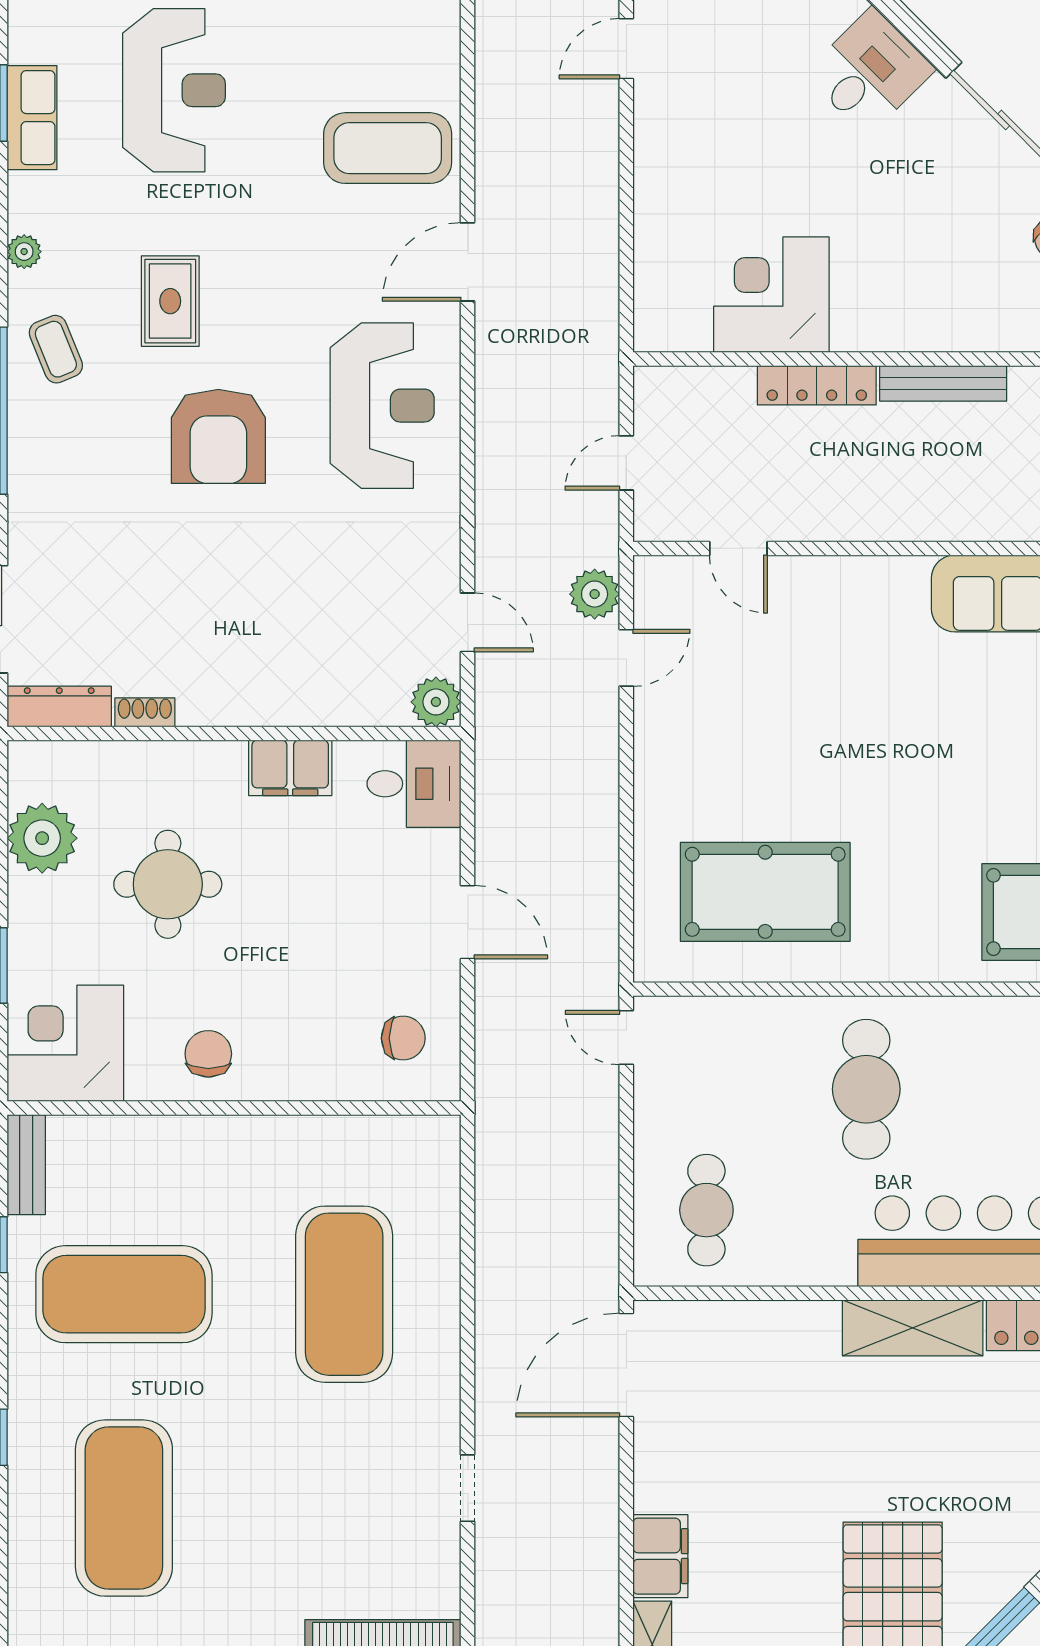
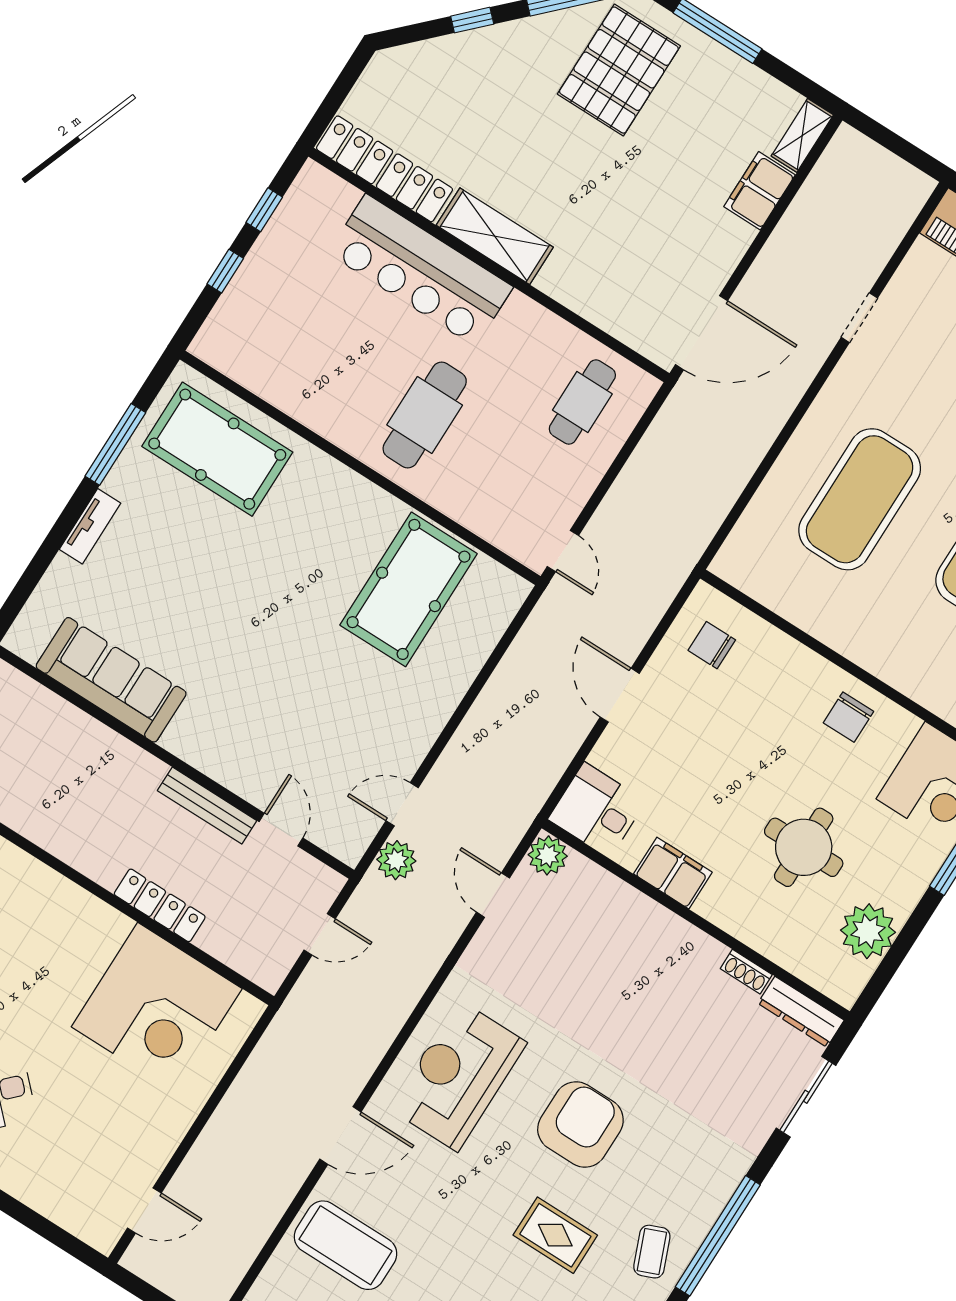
corner desk: (771, 295) -> (157, 1008), width x1.36, depth x1.36
rug: (170, 301) -> (555, 1235), turned 90
bench: (943, 383) -> (207, 806), moved
pool table: (765, 892) -> (409, 589), turned 90

